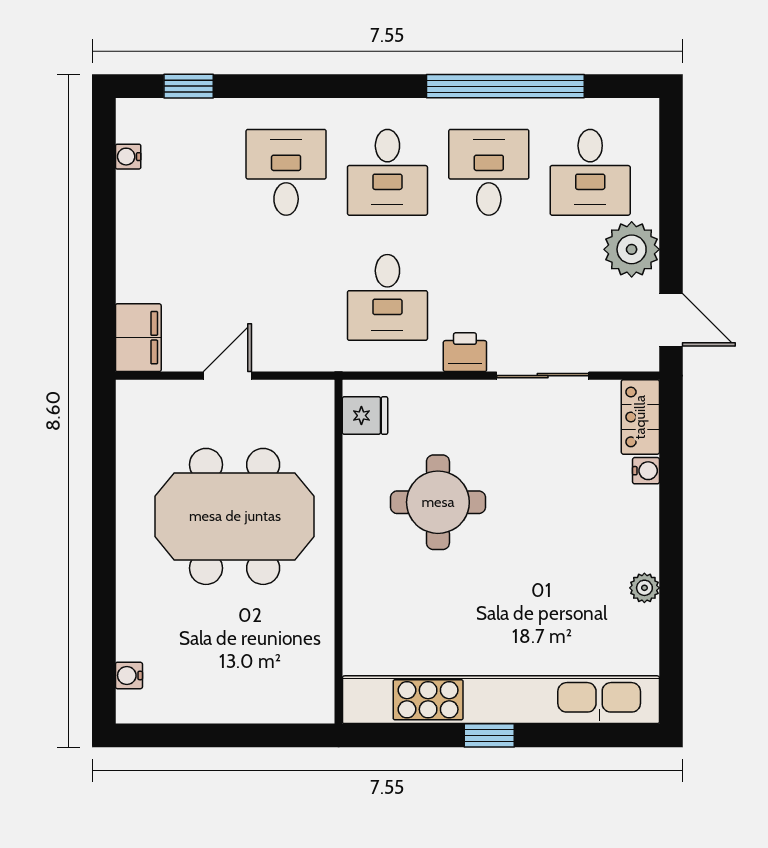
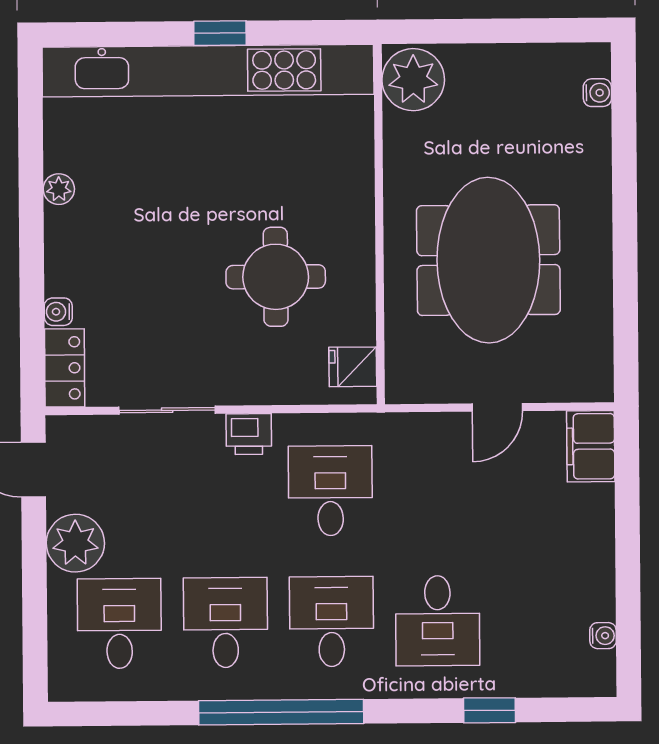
window: (189, 86) -> (489, 710), moved
window: (505, 86) -> (281, 712), moved
desk: (489, 172) -> (225, 623), turned 180
meeting table: (235, 516) -> (488, 260), turned 90
plant: (305, 689) -> (413, 80), added

